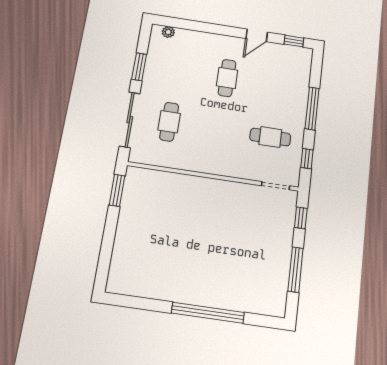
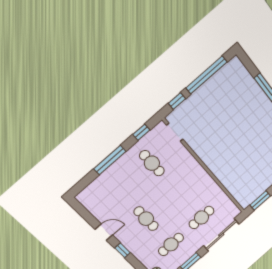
window: (294, 41) -> (122, 250), moved
cafe table: (177, 70) -> (171, 244), added
cafe table: (227, 78) -> (146, 219), turned 90
window: (295, 270) -> (207, 75), width x1.46

